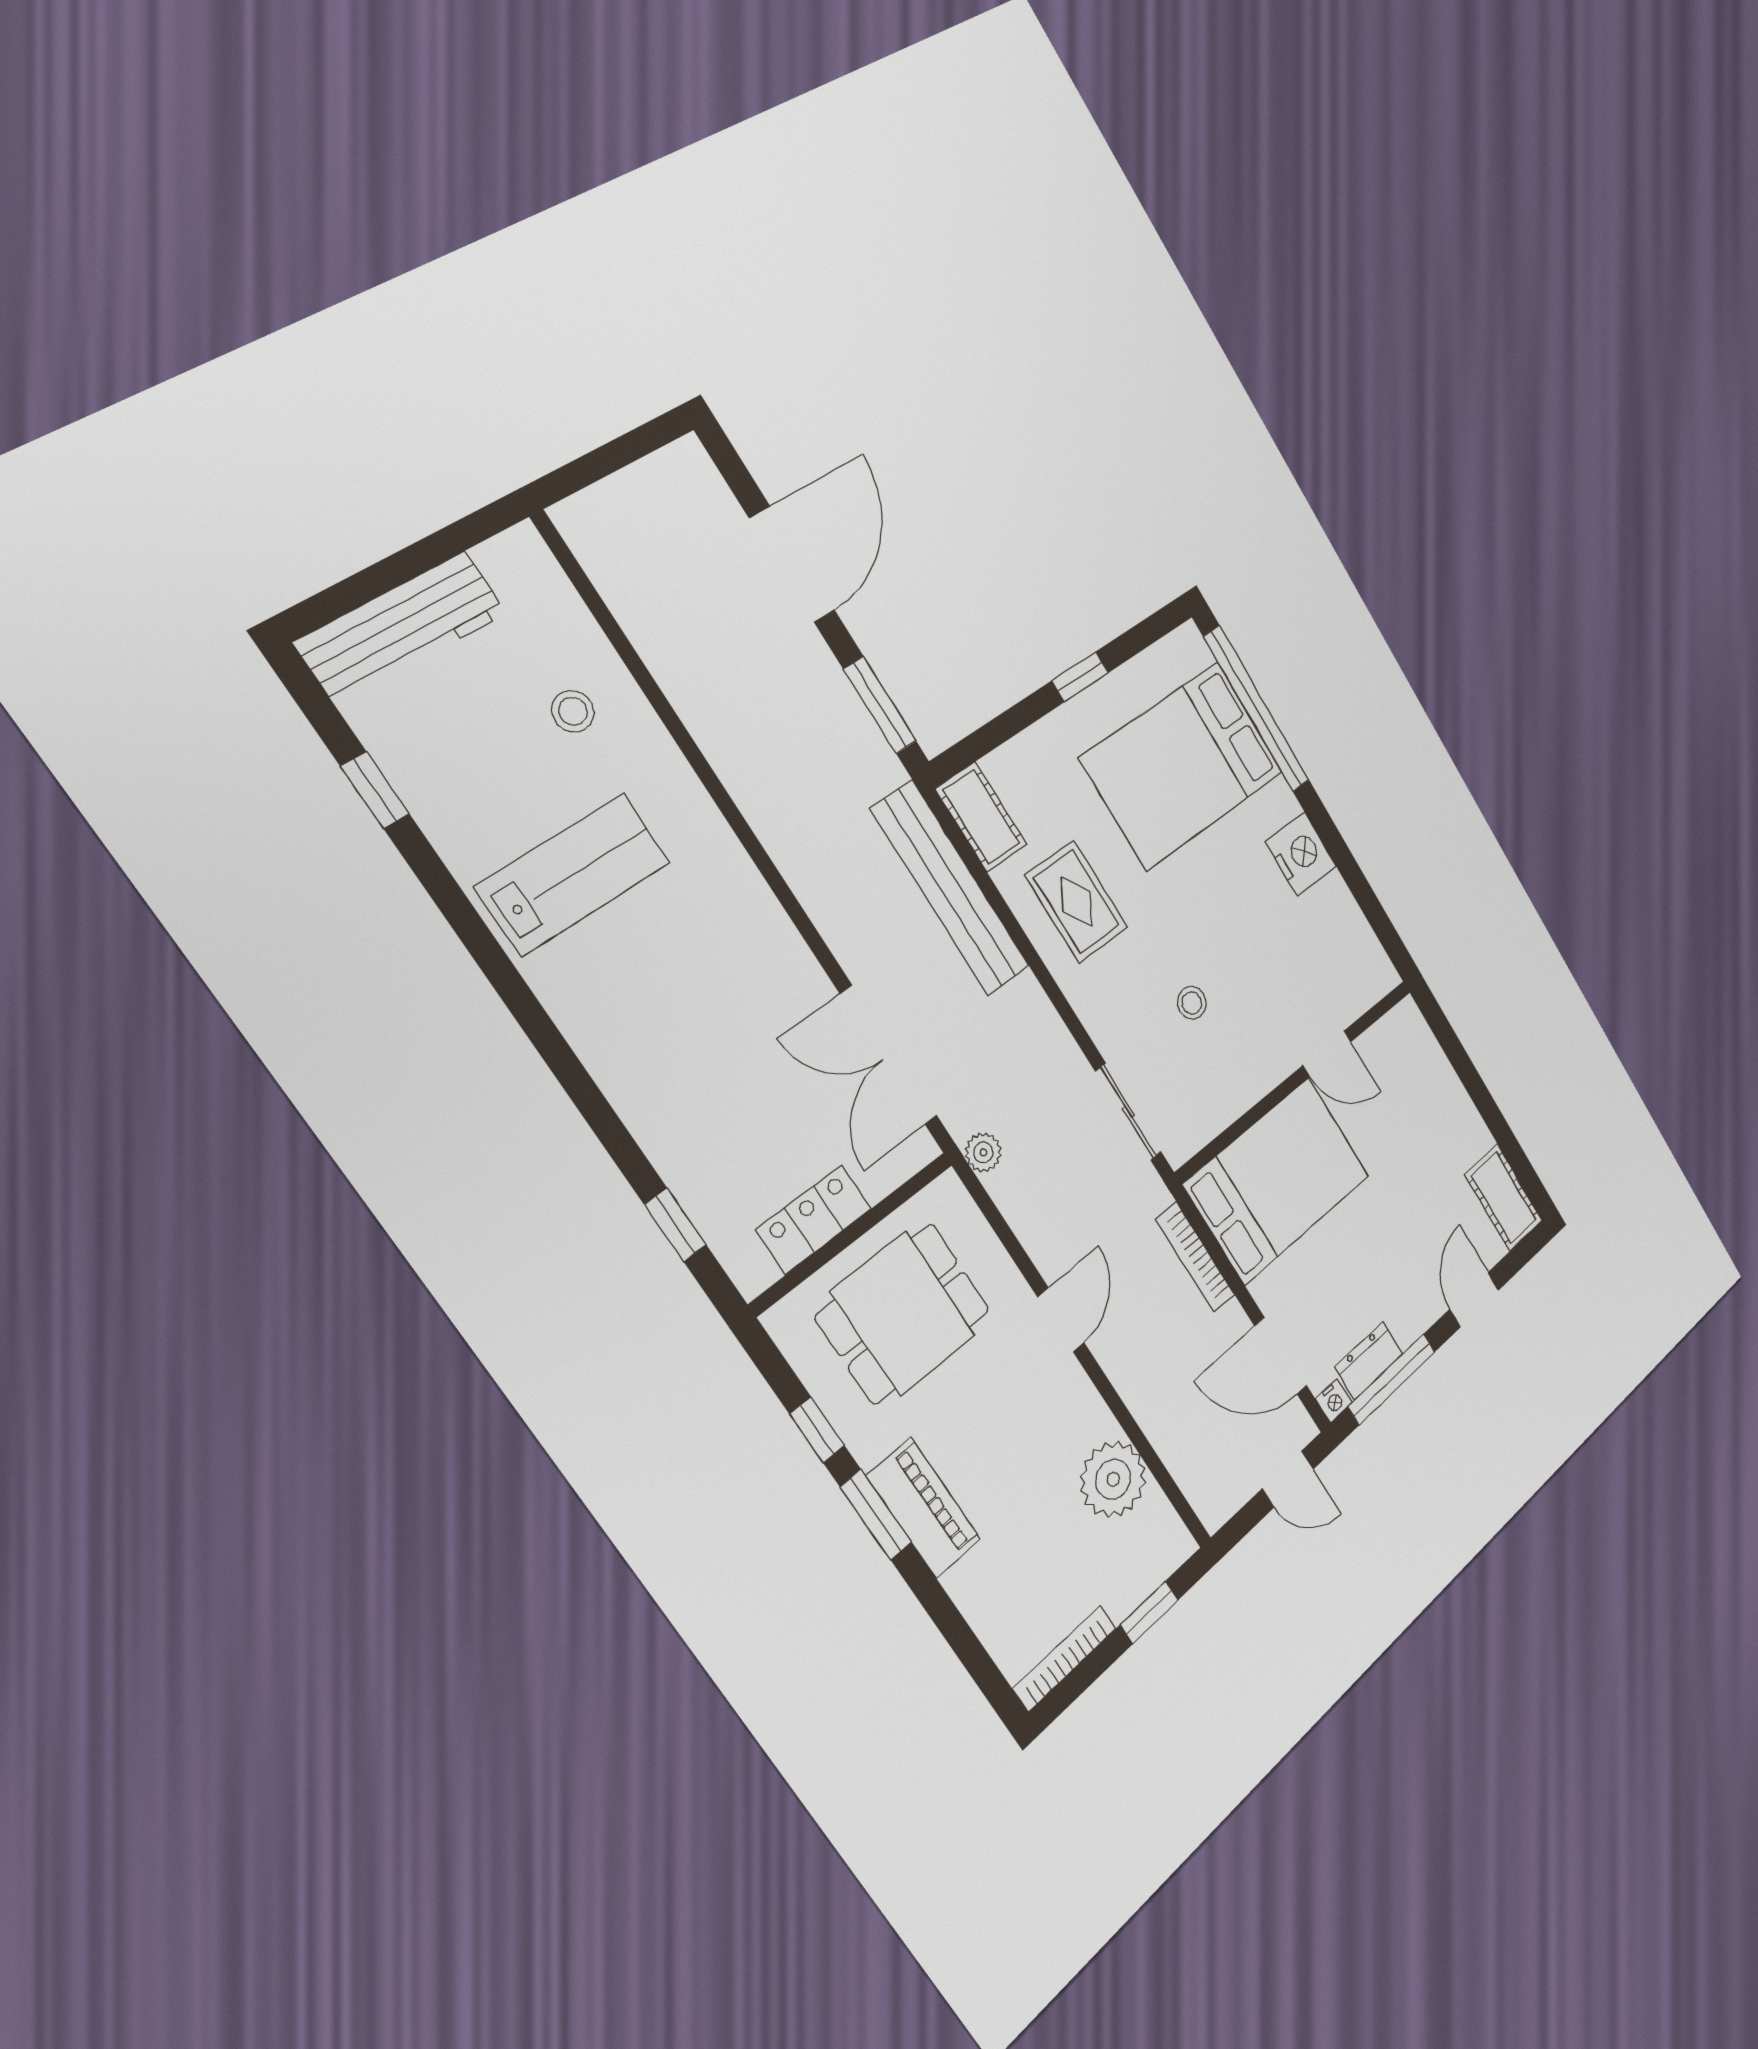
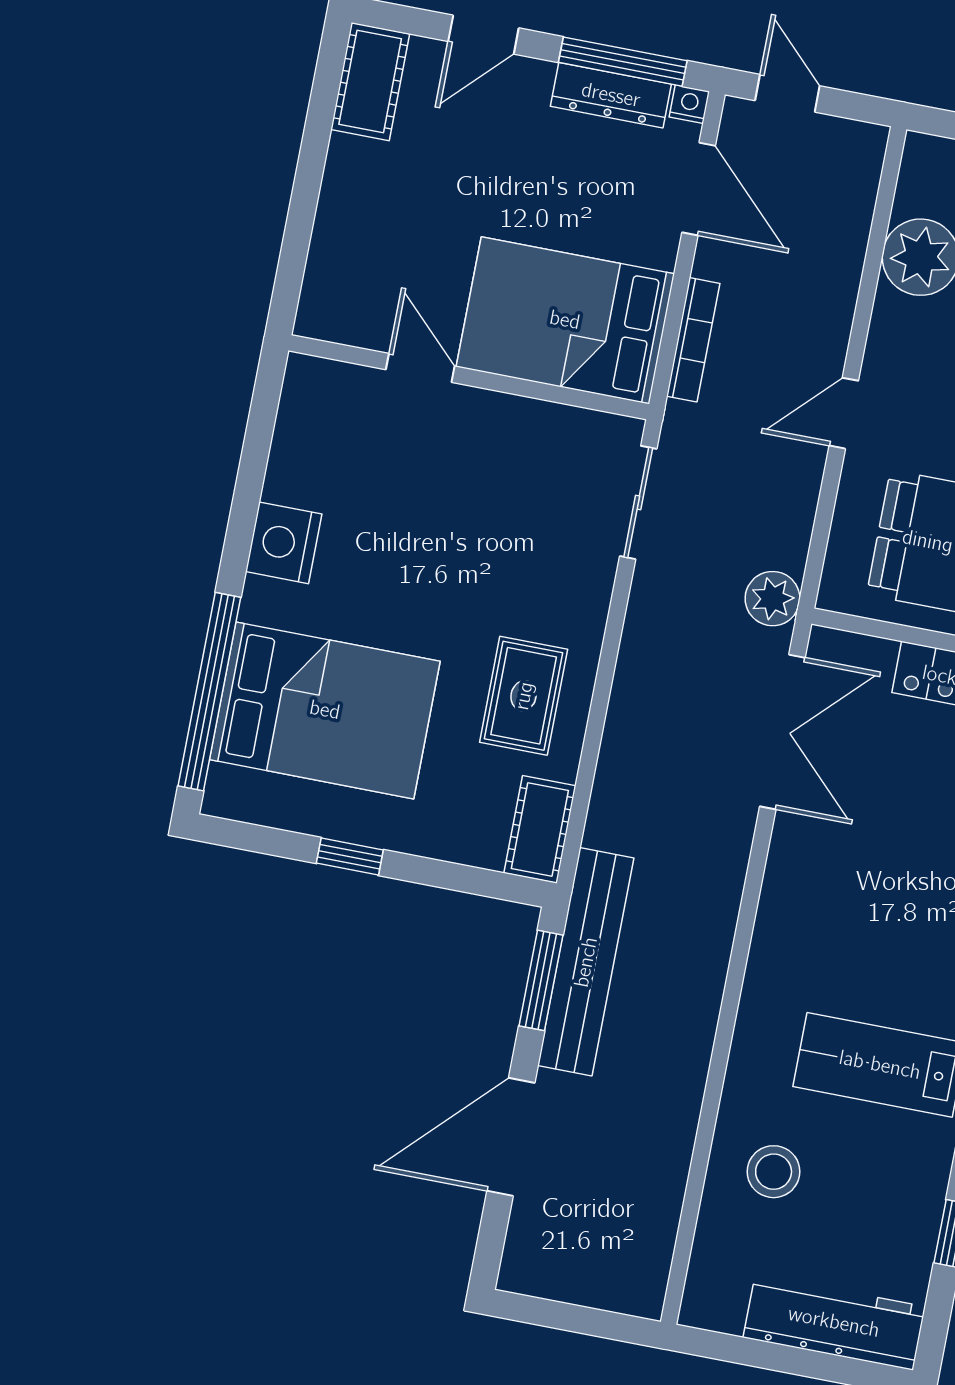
stool: (573, 711) -> (774, 1172), width x1.37, depth x1.37
bench: (951, 888) -> (586, 962), moved
stool: (1192, 1003) -> (502, 527), removed
plant: (983, 1152) -> (773, 599), width x1.38, depth x1.38
dresser: (1369, 1361) -> (611, 95), width x1.44

